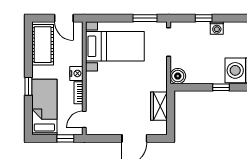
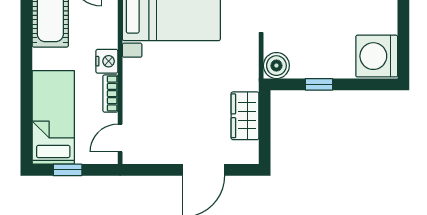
window: (28, 86) -> (26, 83), removed
window: (221, 87) -> (319, 84), moved
window: (65, 138) -> (68, 170), moved

